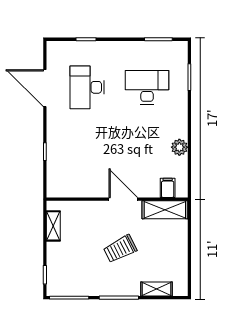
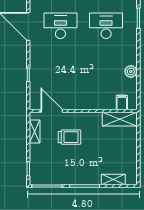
desk: (87, 87) -> (60, 26), turned 90
door: (123, 199) -> (52, 111), moved
trolley: (120, 249) -> (69, 137), moved, turned -153

